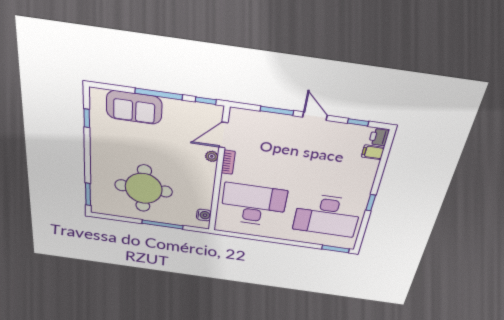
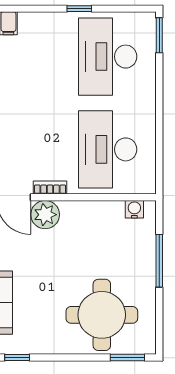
plant: (212, 156) -> (45, 215), width x1.88, depth x1.88
round table: (144, 188) -> (102, 315), moved
desk: (327, 215) -> (108, 57), turned 180

